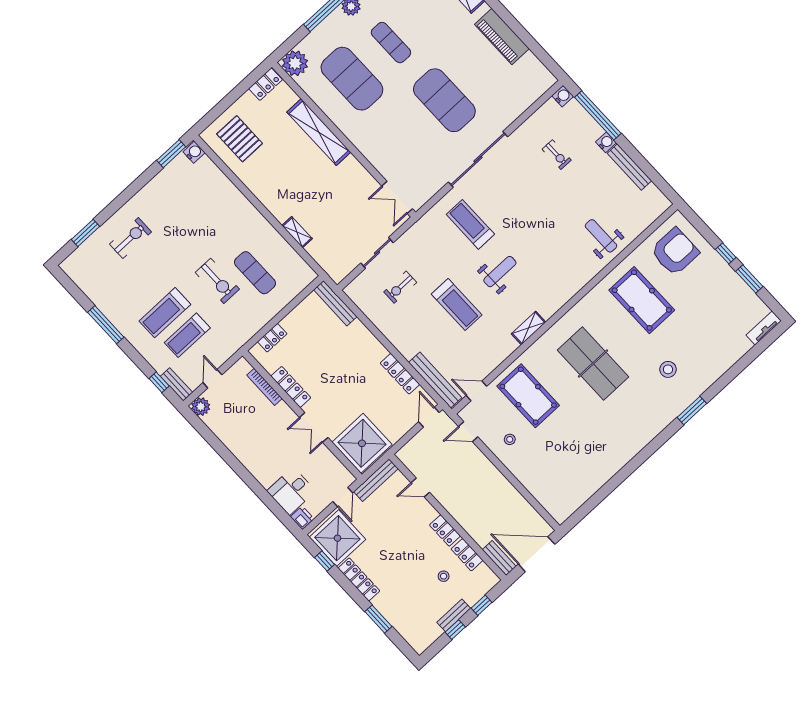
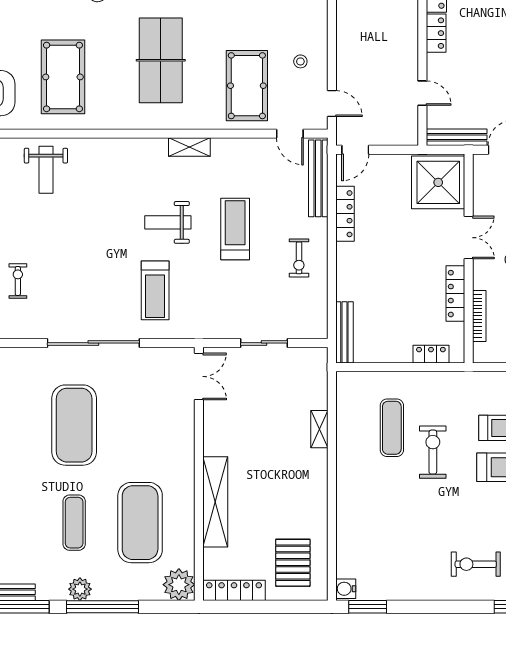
locker: (266, 84) -> (234, 590), width x1.53
exercise bike: (400, 287) -> (299, 258), moved, turned 90

